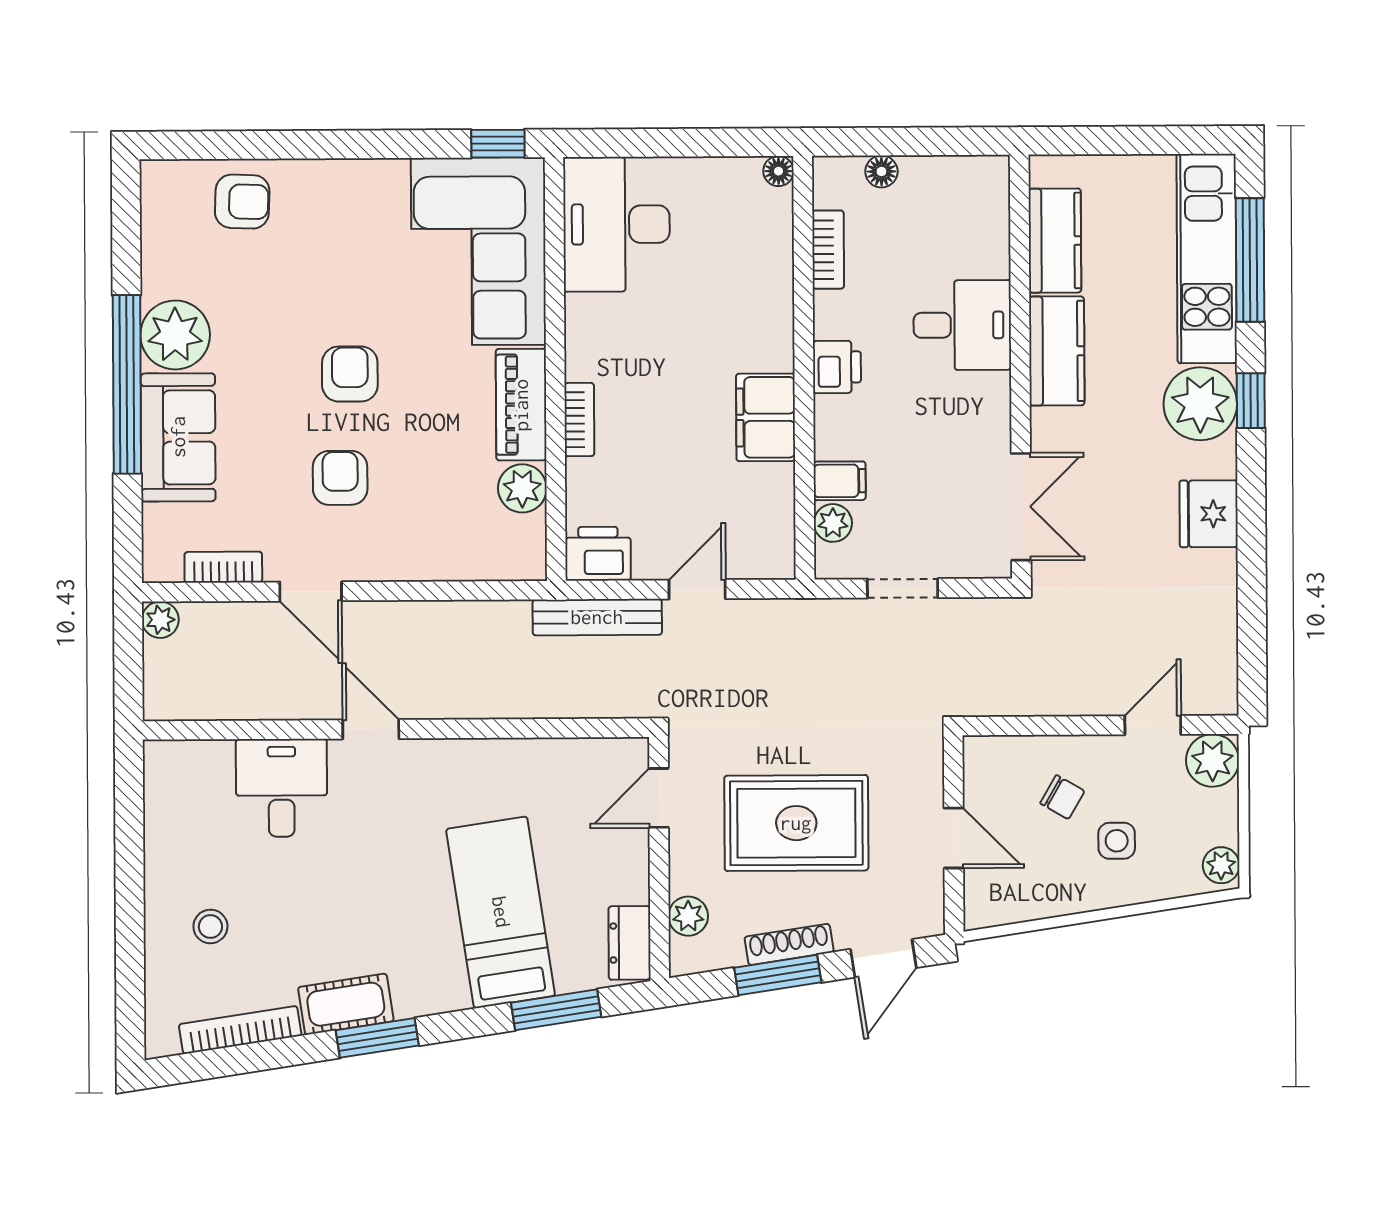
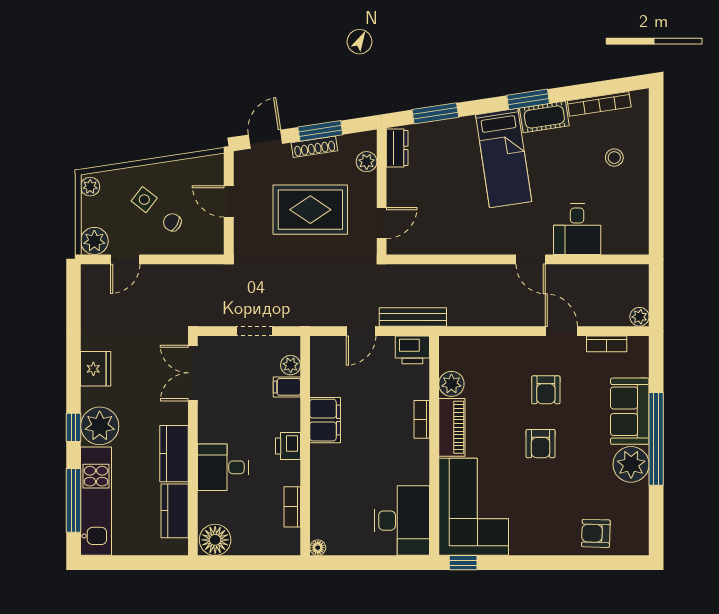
floor lamp: (881, 171) -> (215, 540), moved, width x1.89, depth x1.89
side table: (1117, 841) -> (144, 200), turned 38
bed: (501, 912) -> (504, 158), moved

